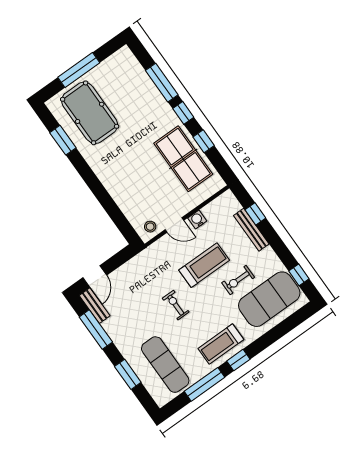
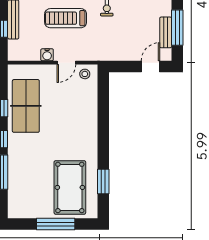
door: (174, 225) -> (66, 63), swing flipped
bench: (95, 306) -> (166, 32), moved

